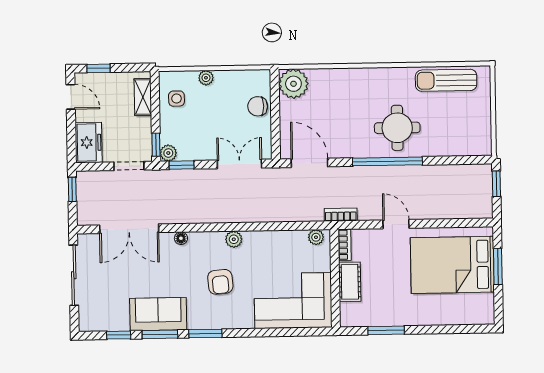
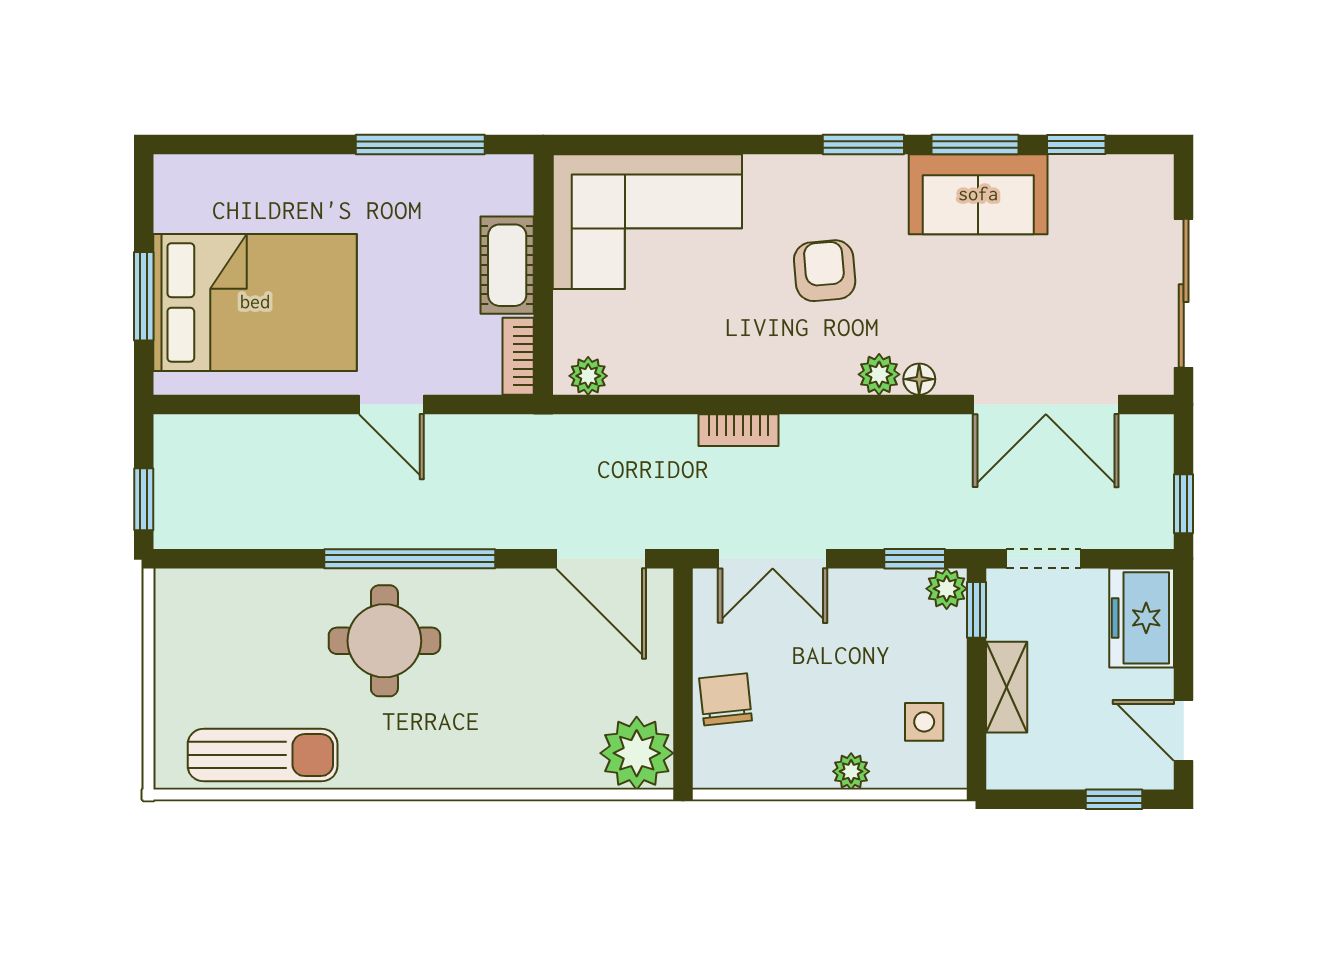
shelving: (143, 97) -> (1007, 687), moved
chair: (258, 106) -> (726, 699), turned -96
bookcase: (341, 215) -> (739, 430), moved
double door: (129, 229) -> (1046, 405), swing flipped
plant: (234, 239) -> (879, 374), moved
window: (386, 330) -> (420, 145), width x1.44

